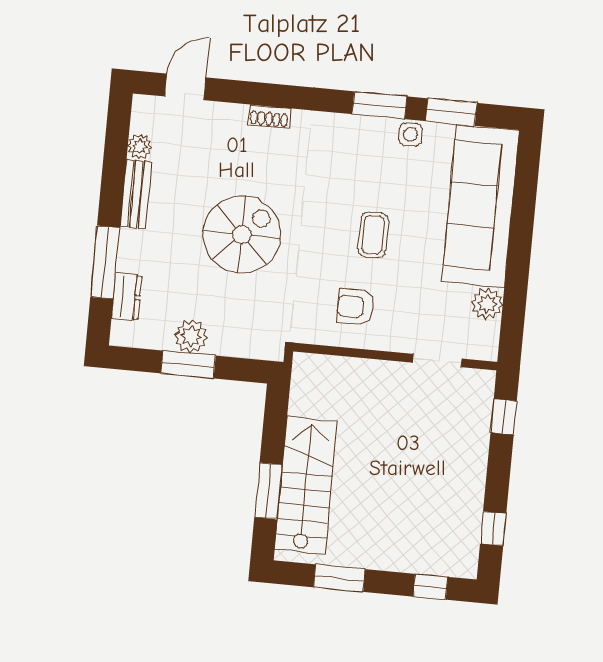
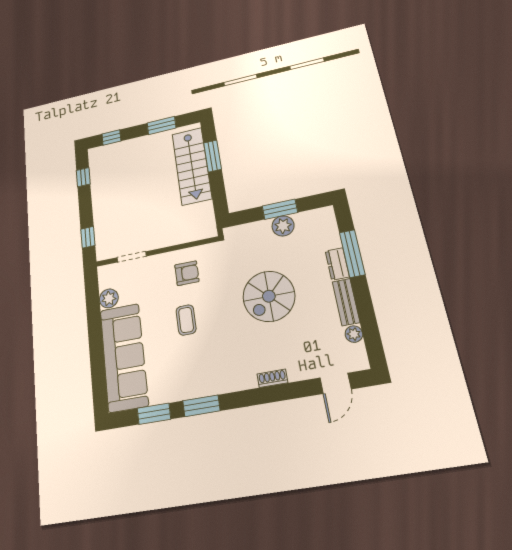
side table: (410, 134) -> (177, 391), removed
dresser: (127, 297) -> (337, 264), moved

